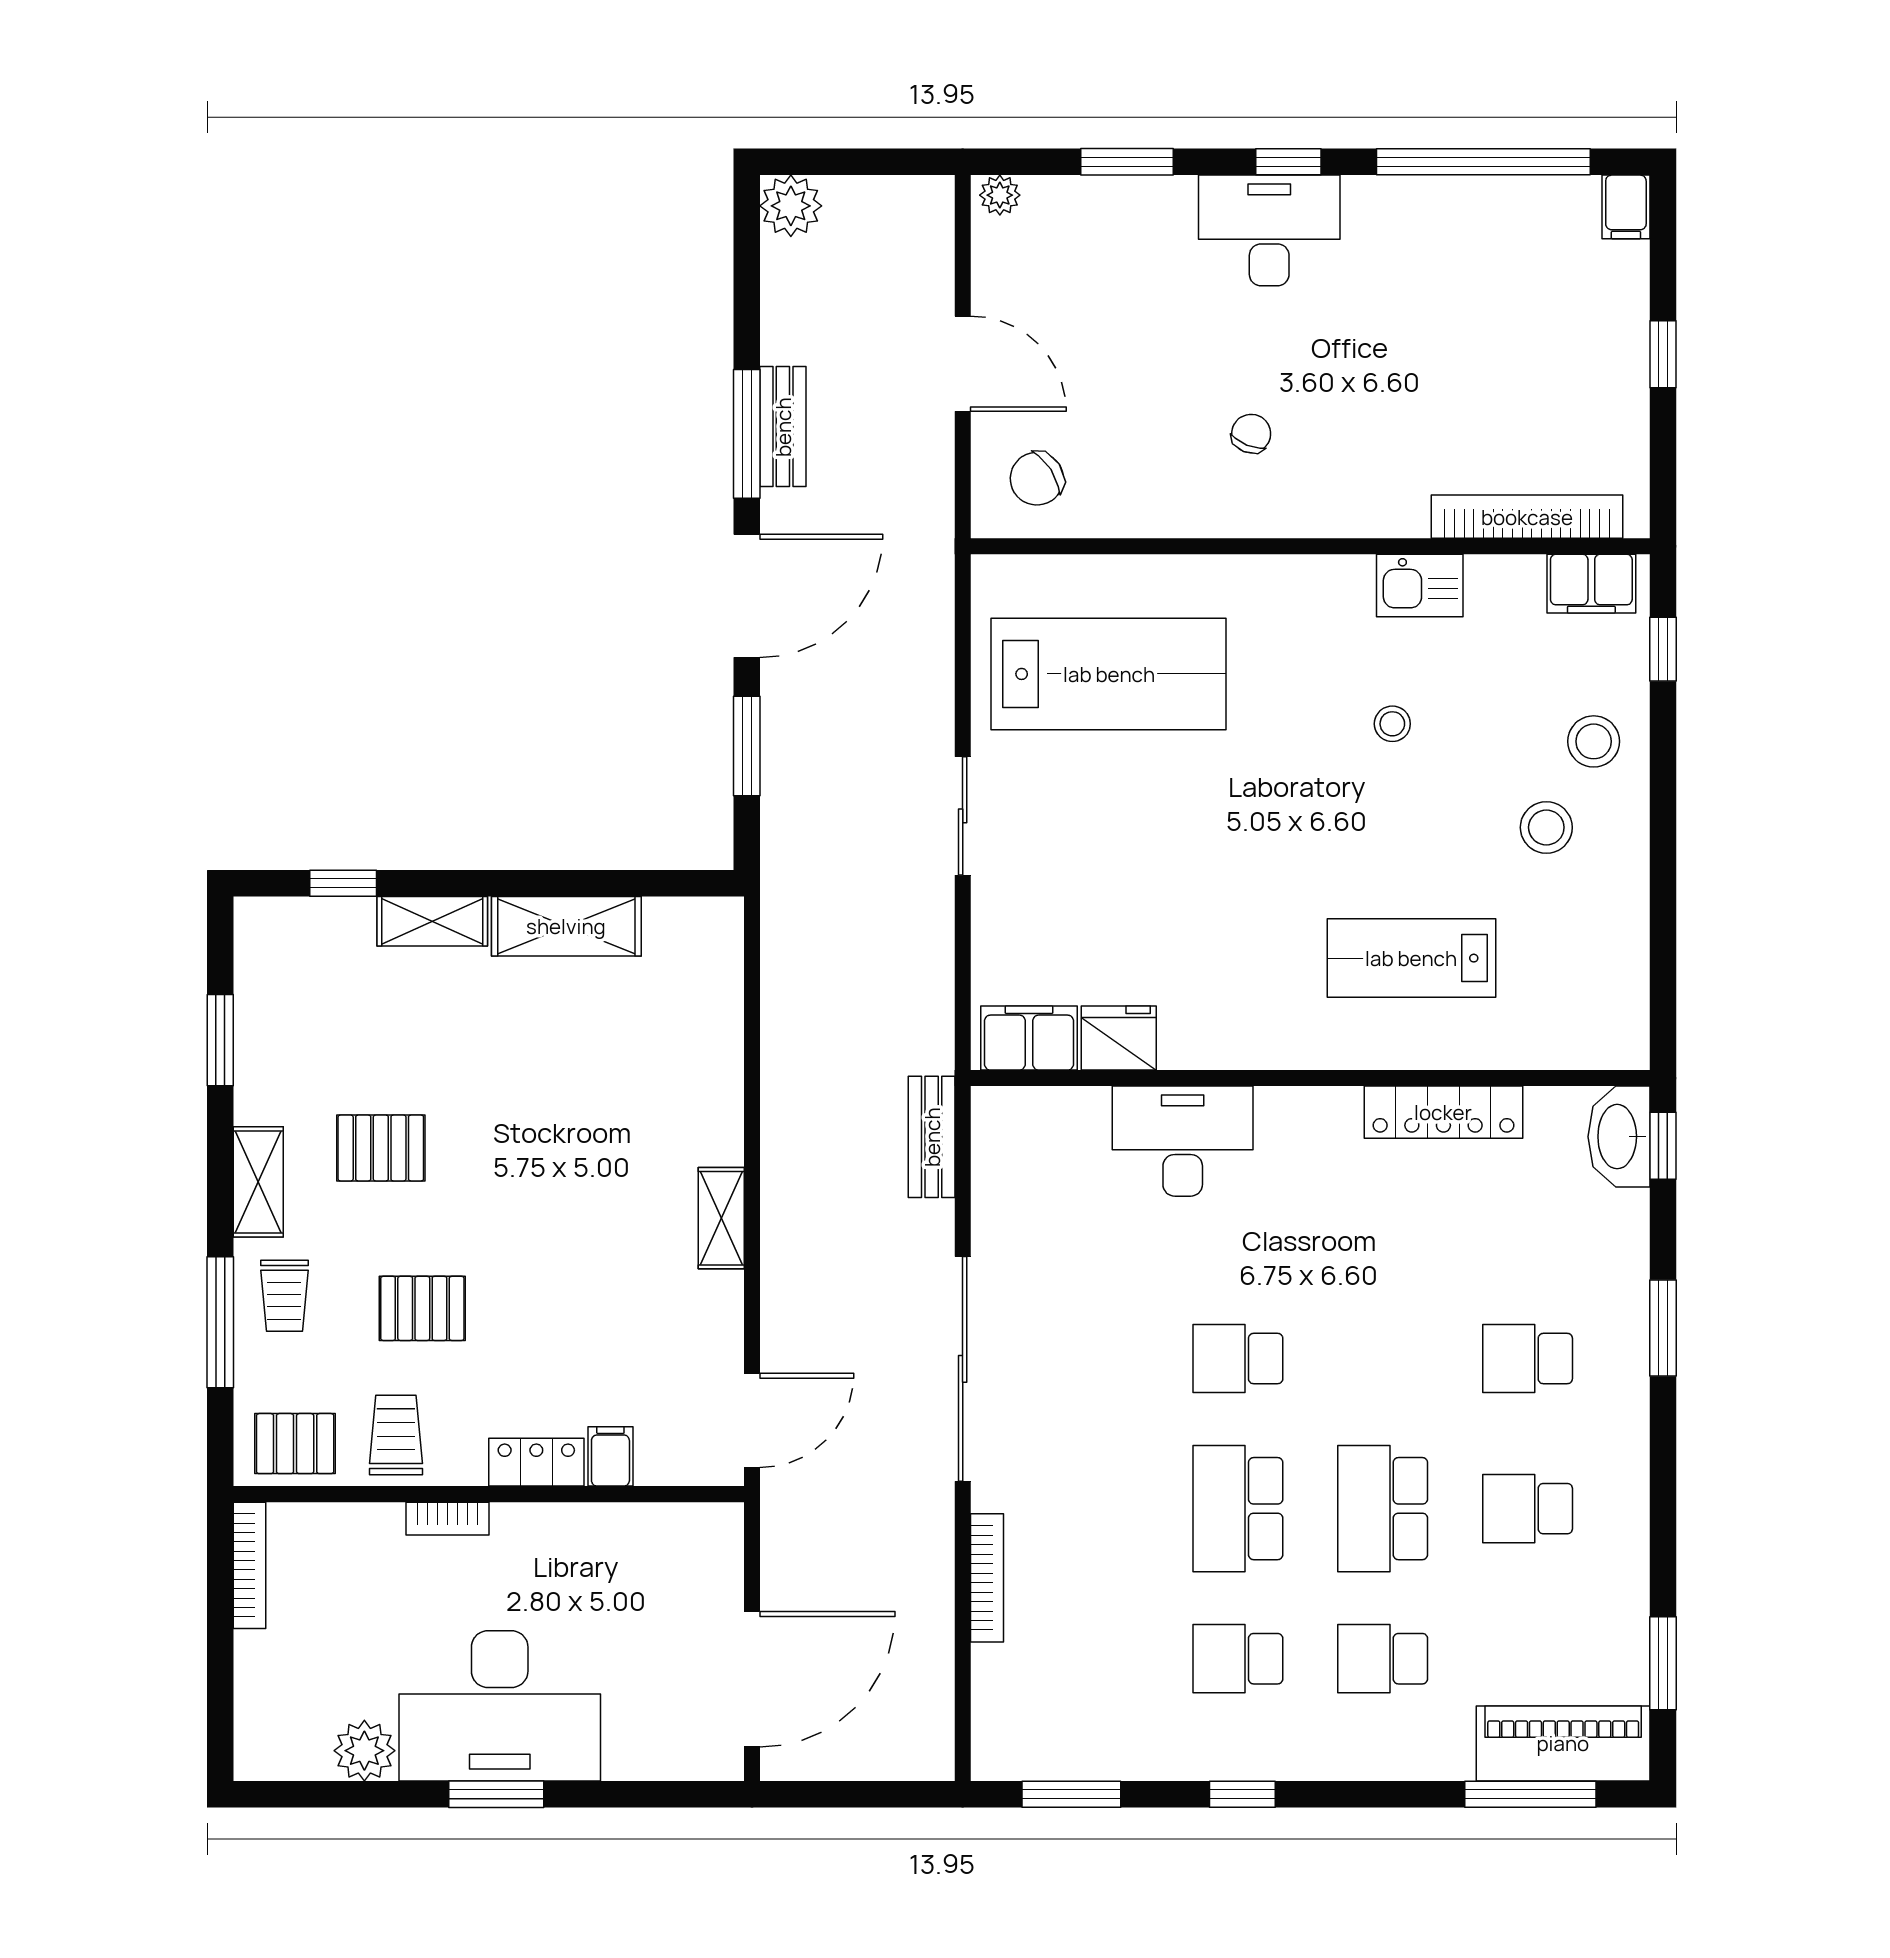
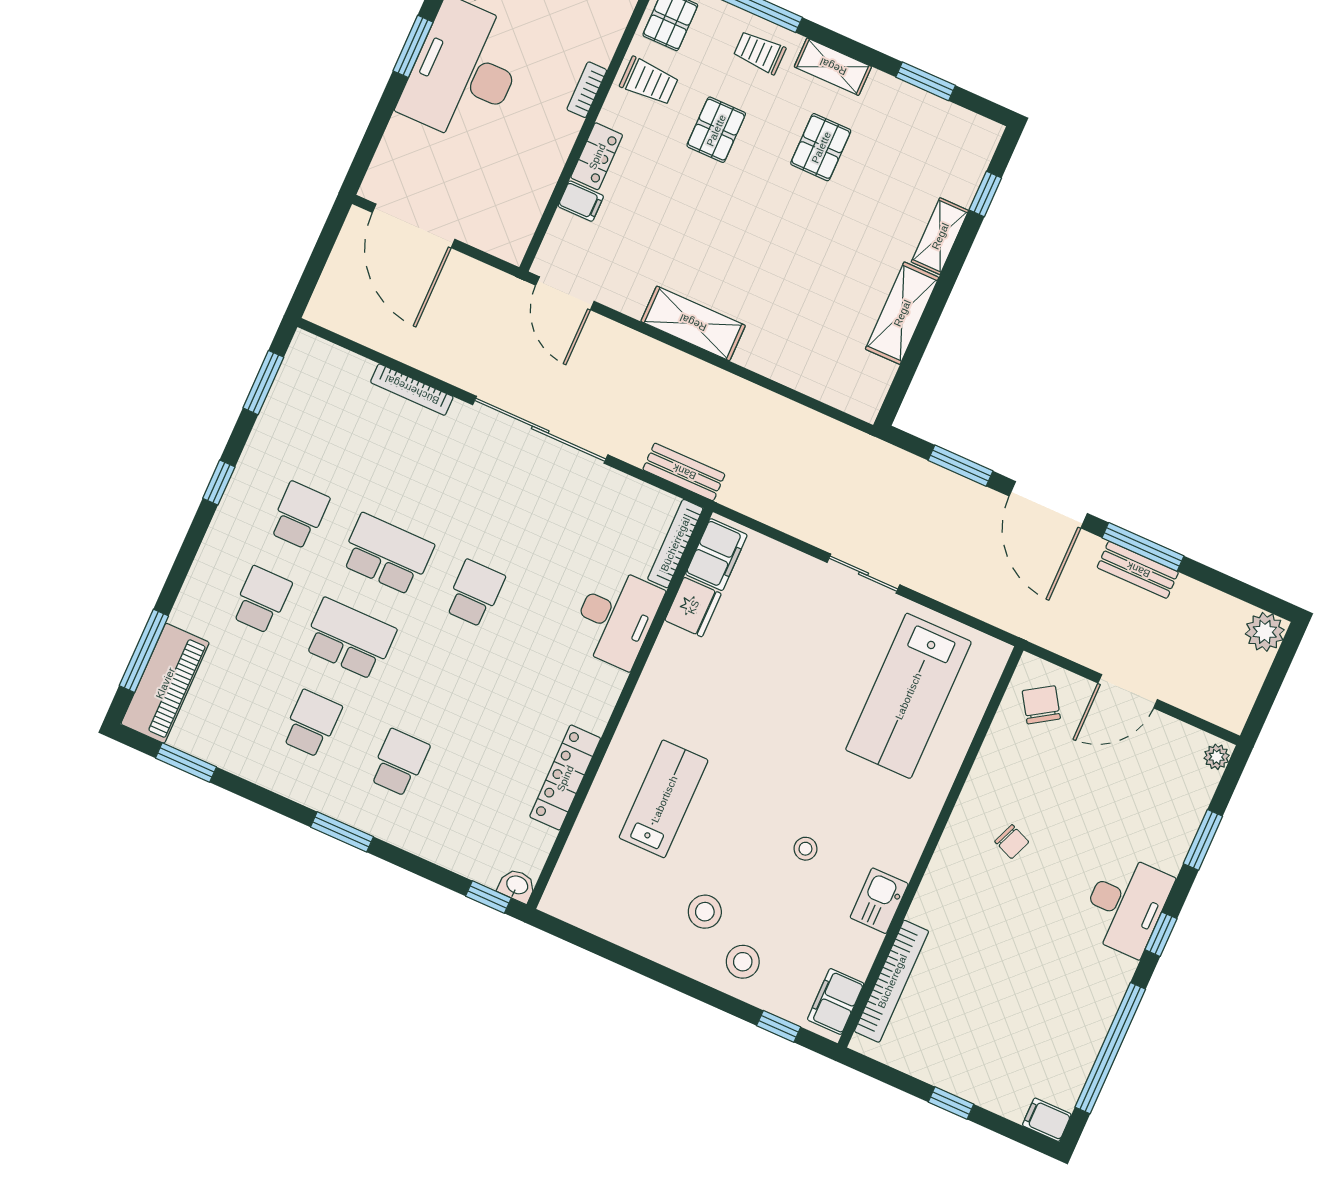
bookcase: (1039, 1104) -> (675, 544), added
washbasin: (1619, 1137) -> (517, 886), width x0.52, depth x0.69
shelving: (721, 1218) -> (693, 323), width x1.50, depth x1.33
window: (1663, 1328) -> (342, 832), moved

